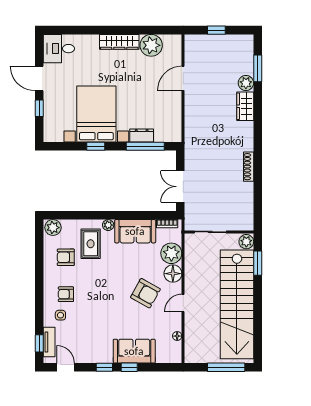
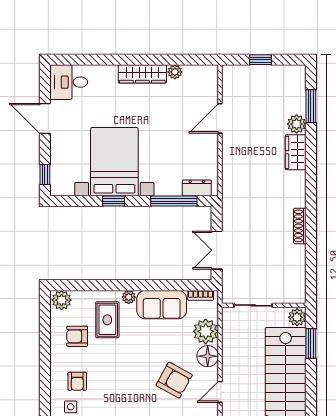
plant: (151, 45) -> (175, 72), width x0.53, depth x0.53
window: (39, 108) -> (45, 175), moved
dresser: (142, 135) -> (197, 188), moved
armchair: (66, 294) -> (77, 381), turned -90

